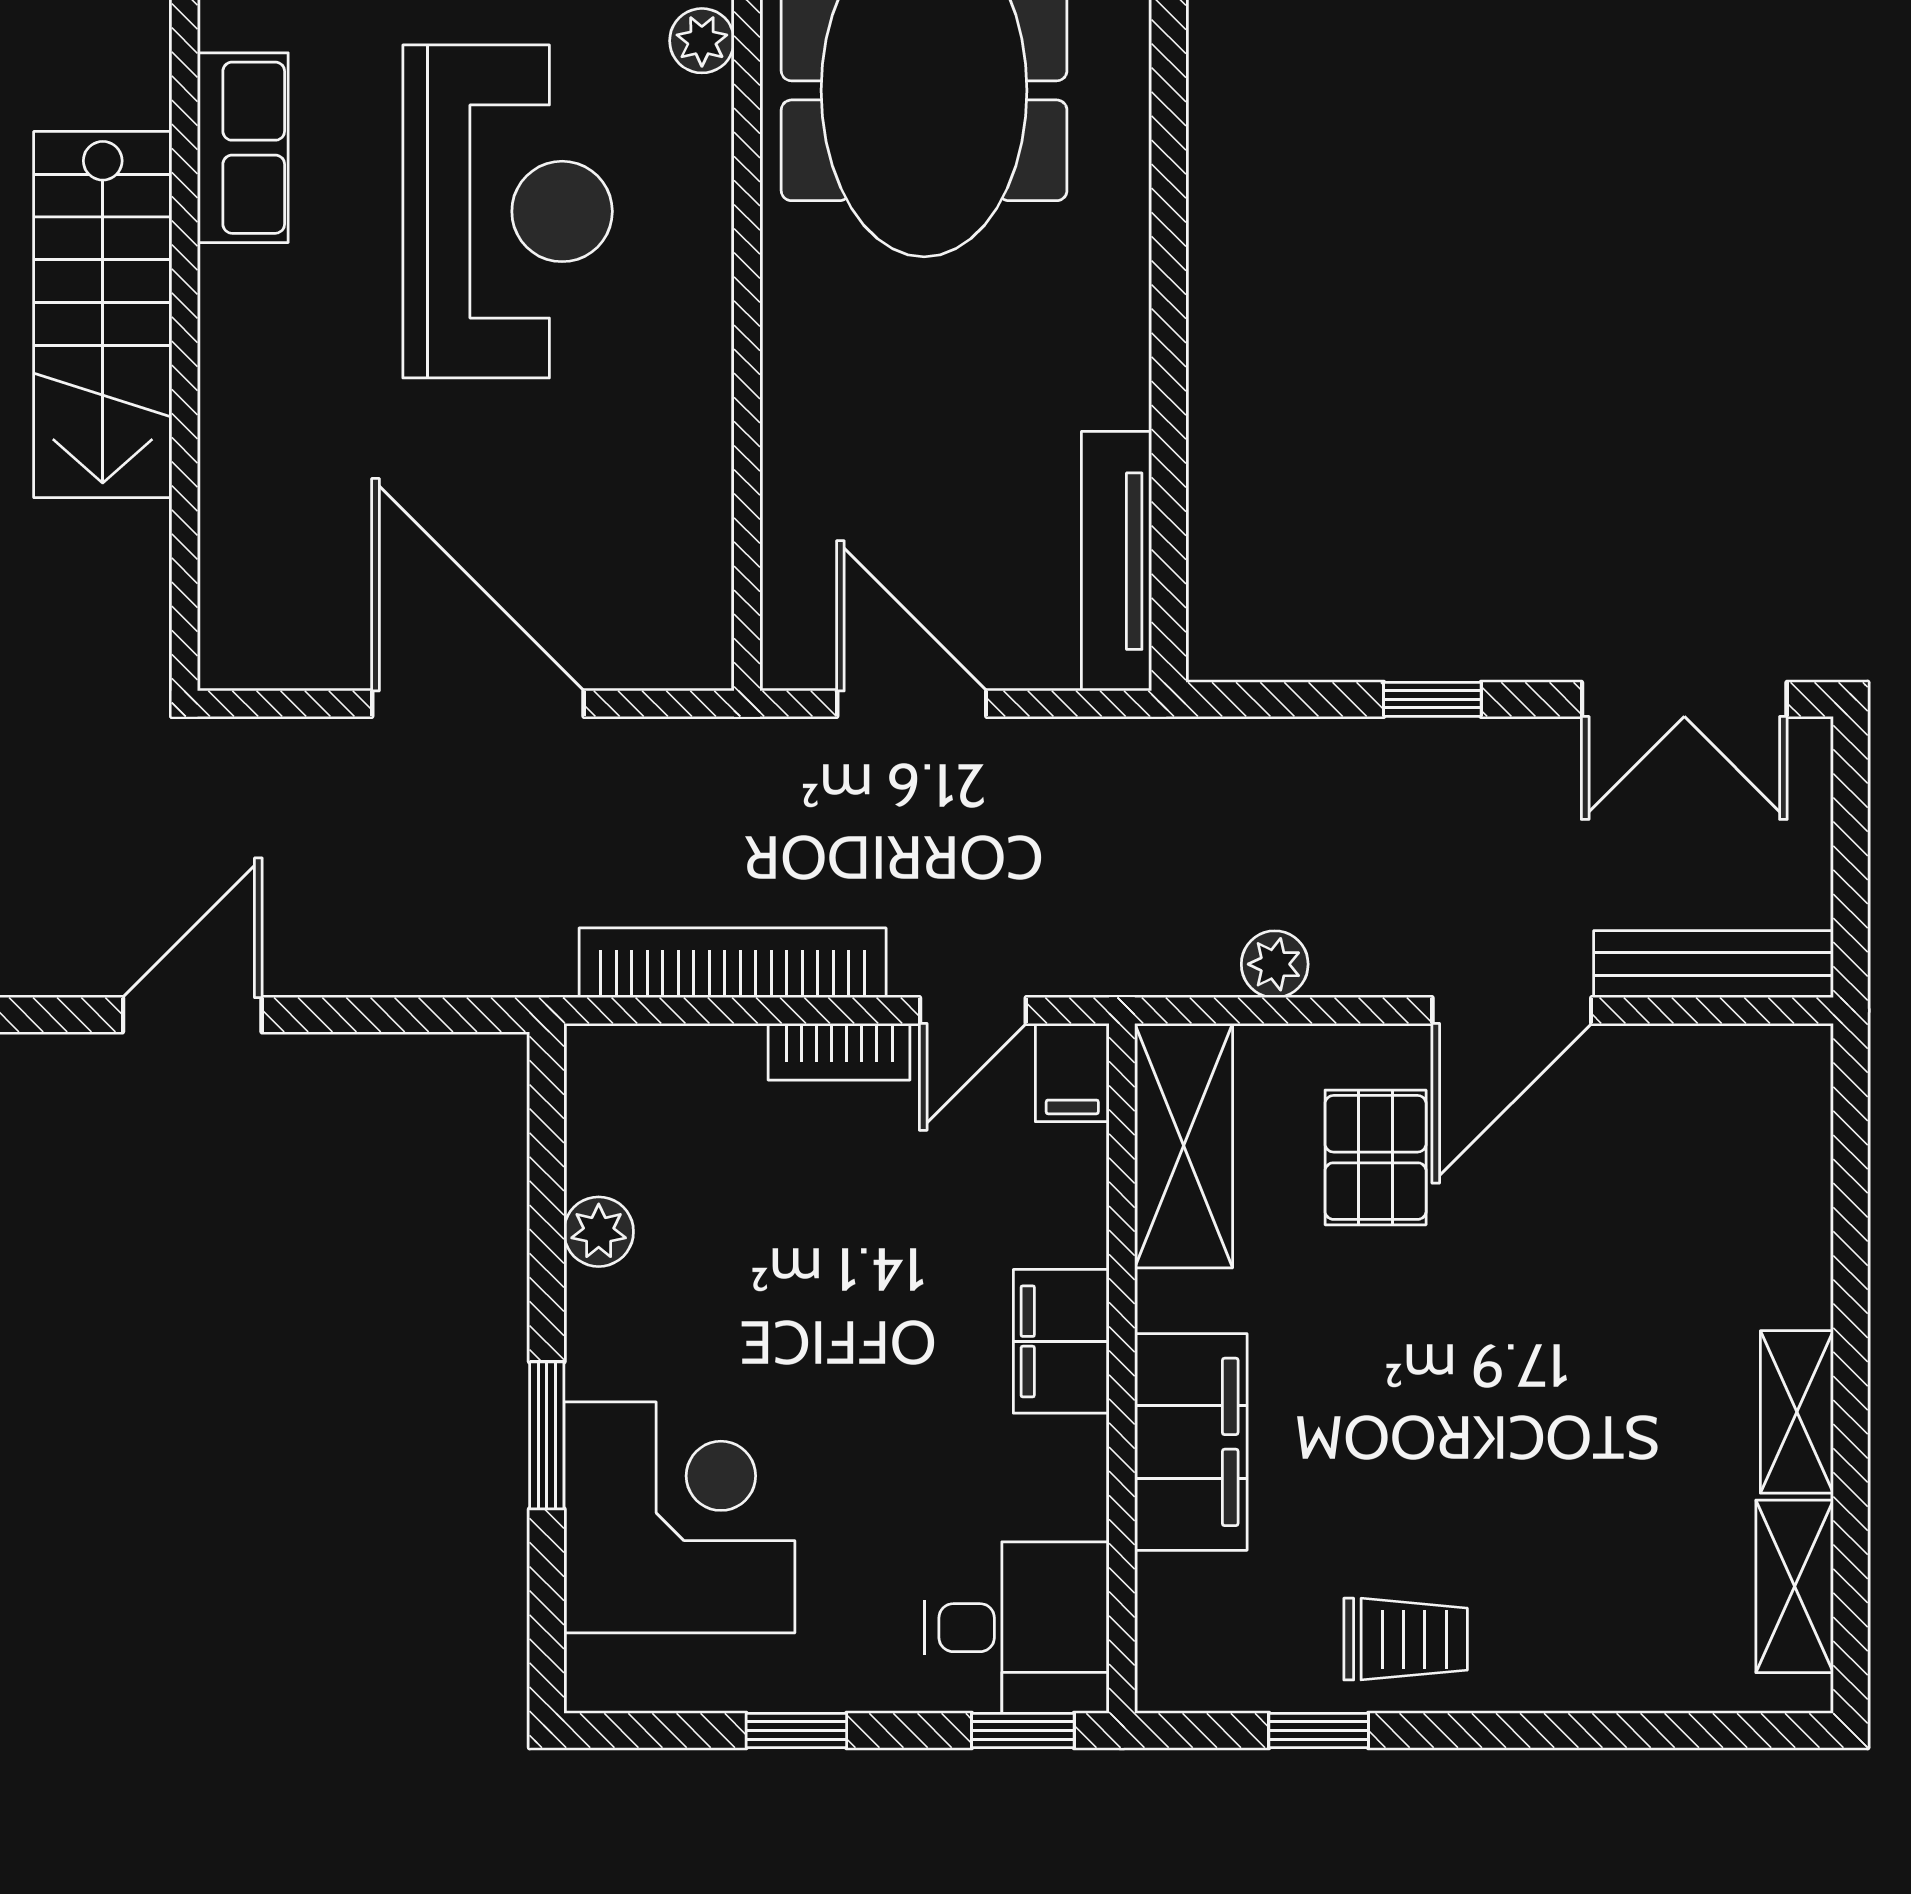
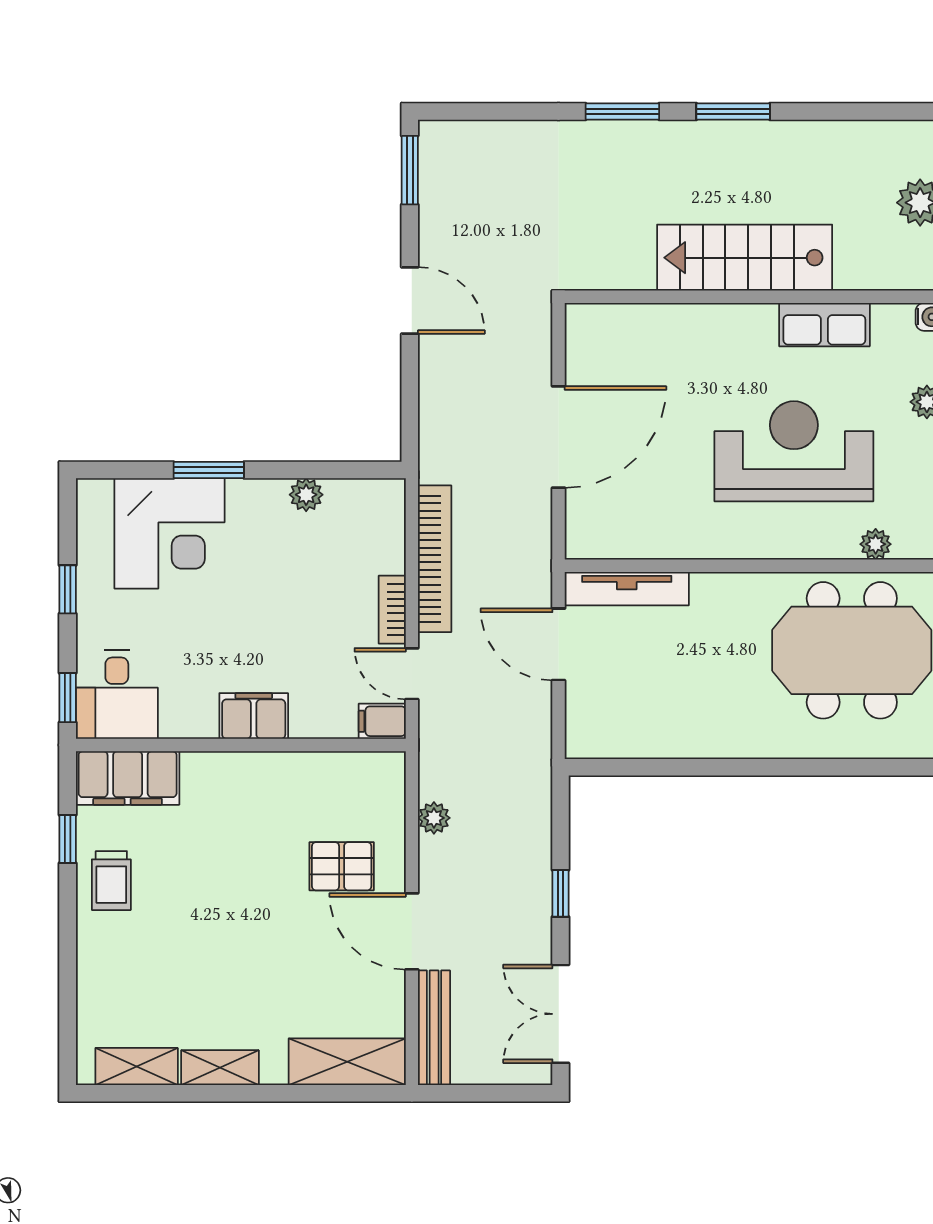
reception desk: (508, 211) -> (794, 451), turned 180
tv unit: (1117, 561) -> (627, 589), moved, turned 180
door: (912, 704) -> (559, 644), swing flipped
shelving: (1184, 1146) -> (347, 1062), moved
filing cabinet: (1191, 1442) -> (128, 778), moved

